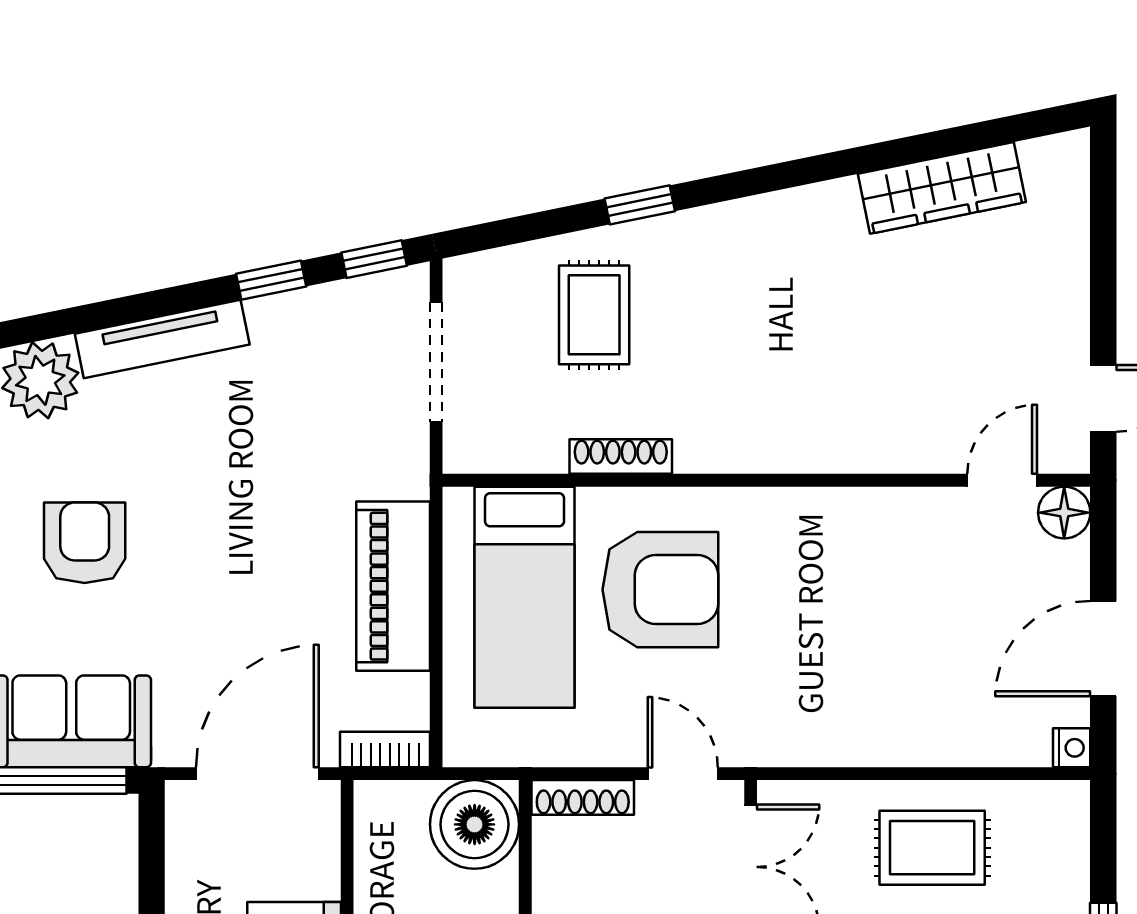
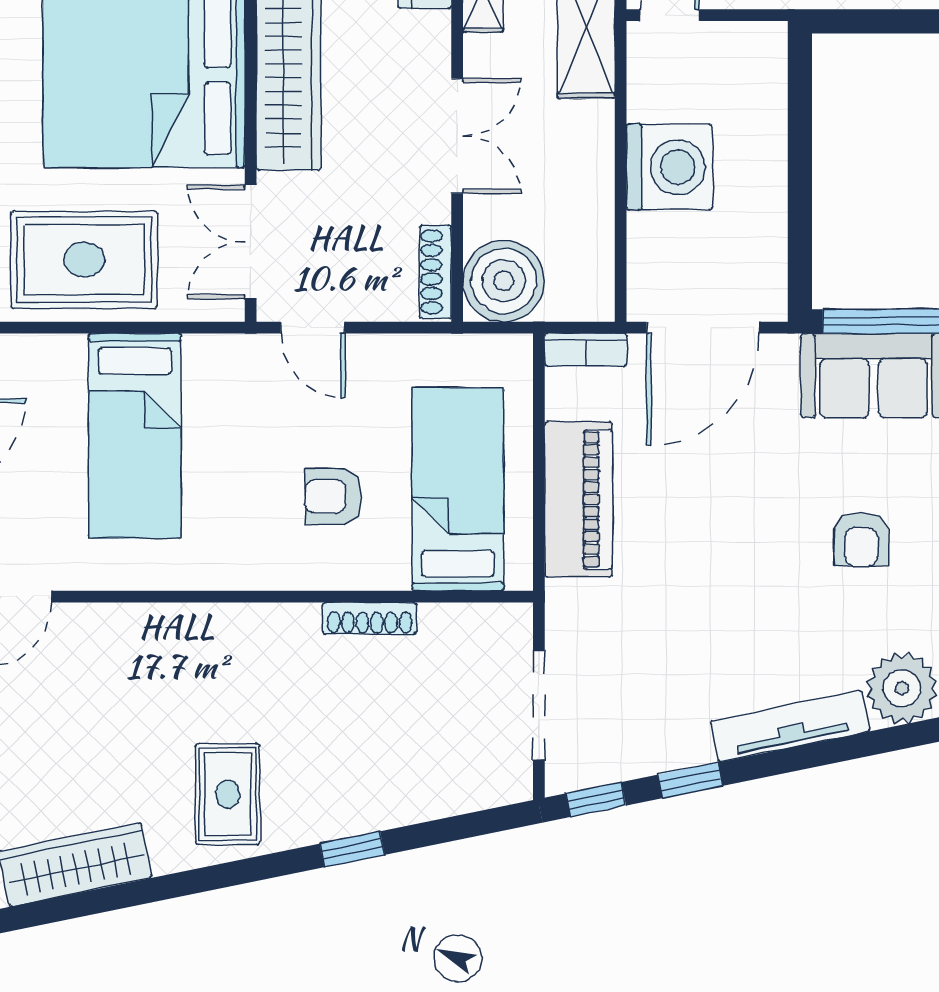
rug: (594, 315) -> (228, 794), moved
armchair: (85, 543) -> (861, 539), width x0.72, depth x0.72
armchair: (660, 590) -> (333, 496), width x0.53, depth x0.53
bed: (877, 656) -> (135, 436), added
shoe rack: (583, 797) -> (435, 272), moved, turned -90
rug: (932, 848) -> (84, 260), width x1.36, depth x1.43

